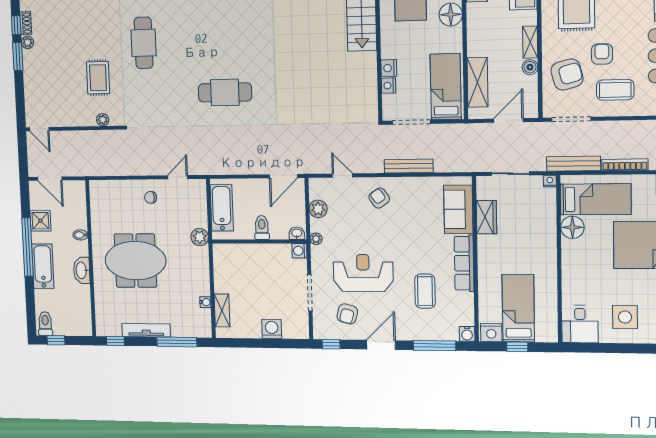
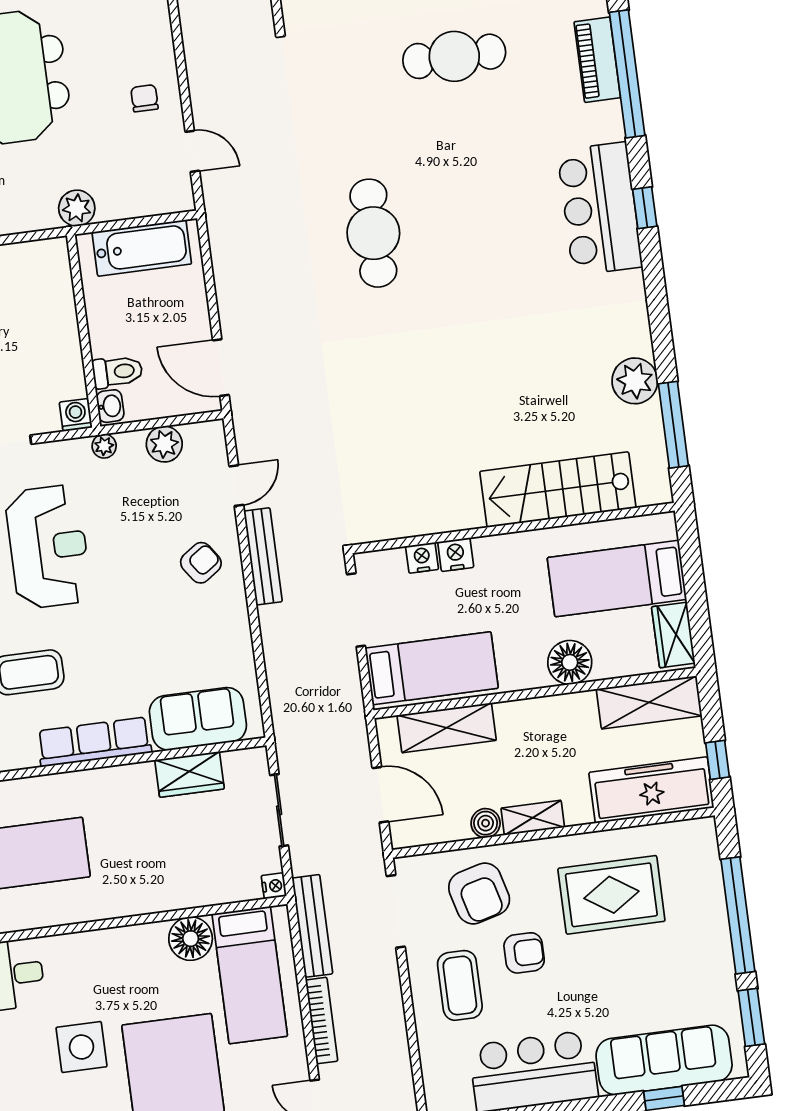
bench: (409, 166) -> (263, 556), moved
toilet: (262, 228) -> (117, 372), moved
side table: (625, 317) -> (82, 1047), moved

